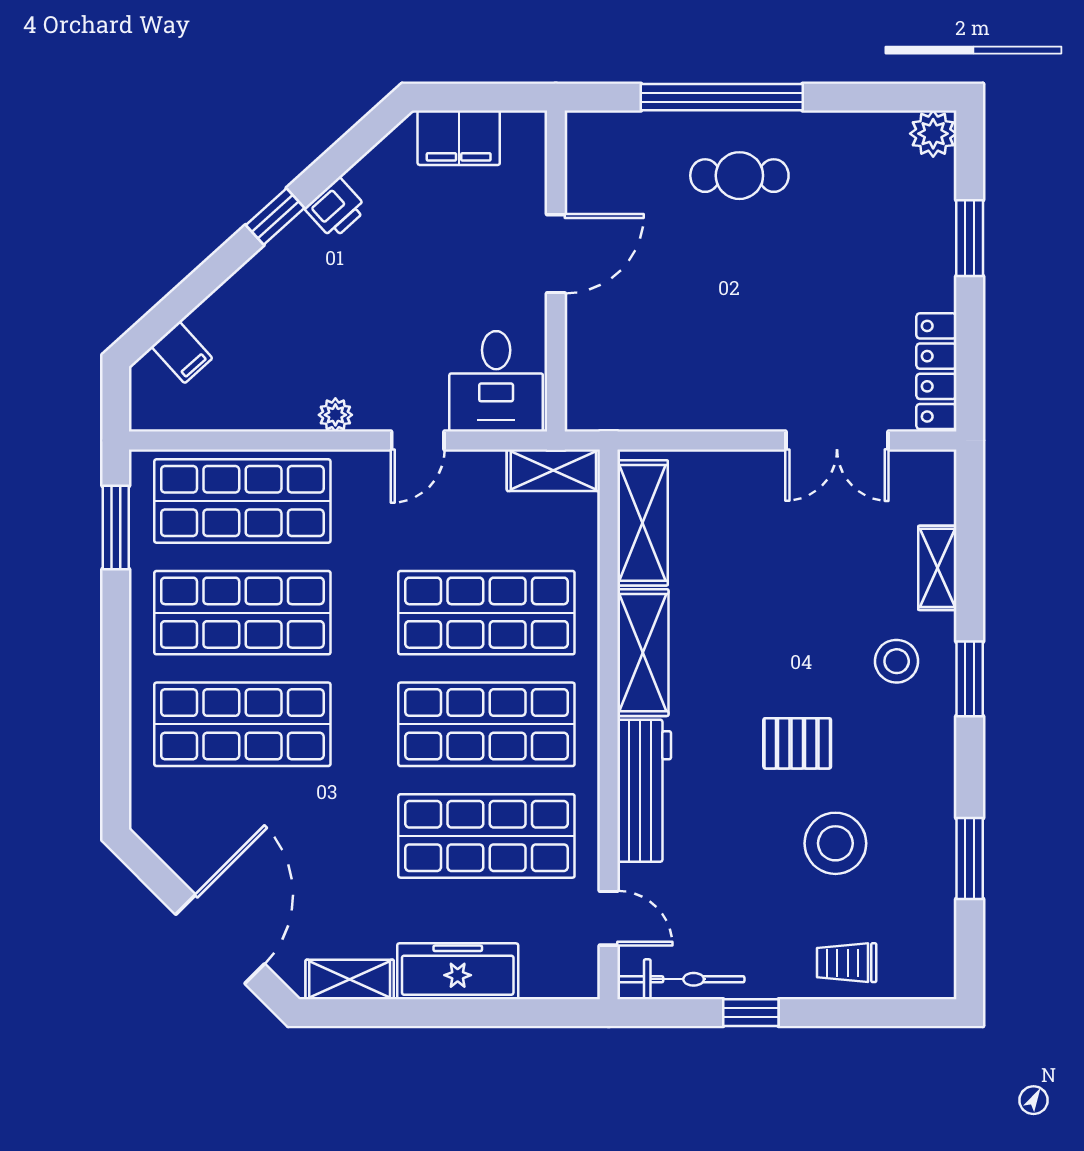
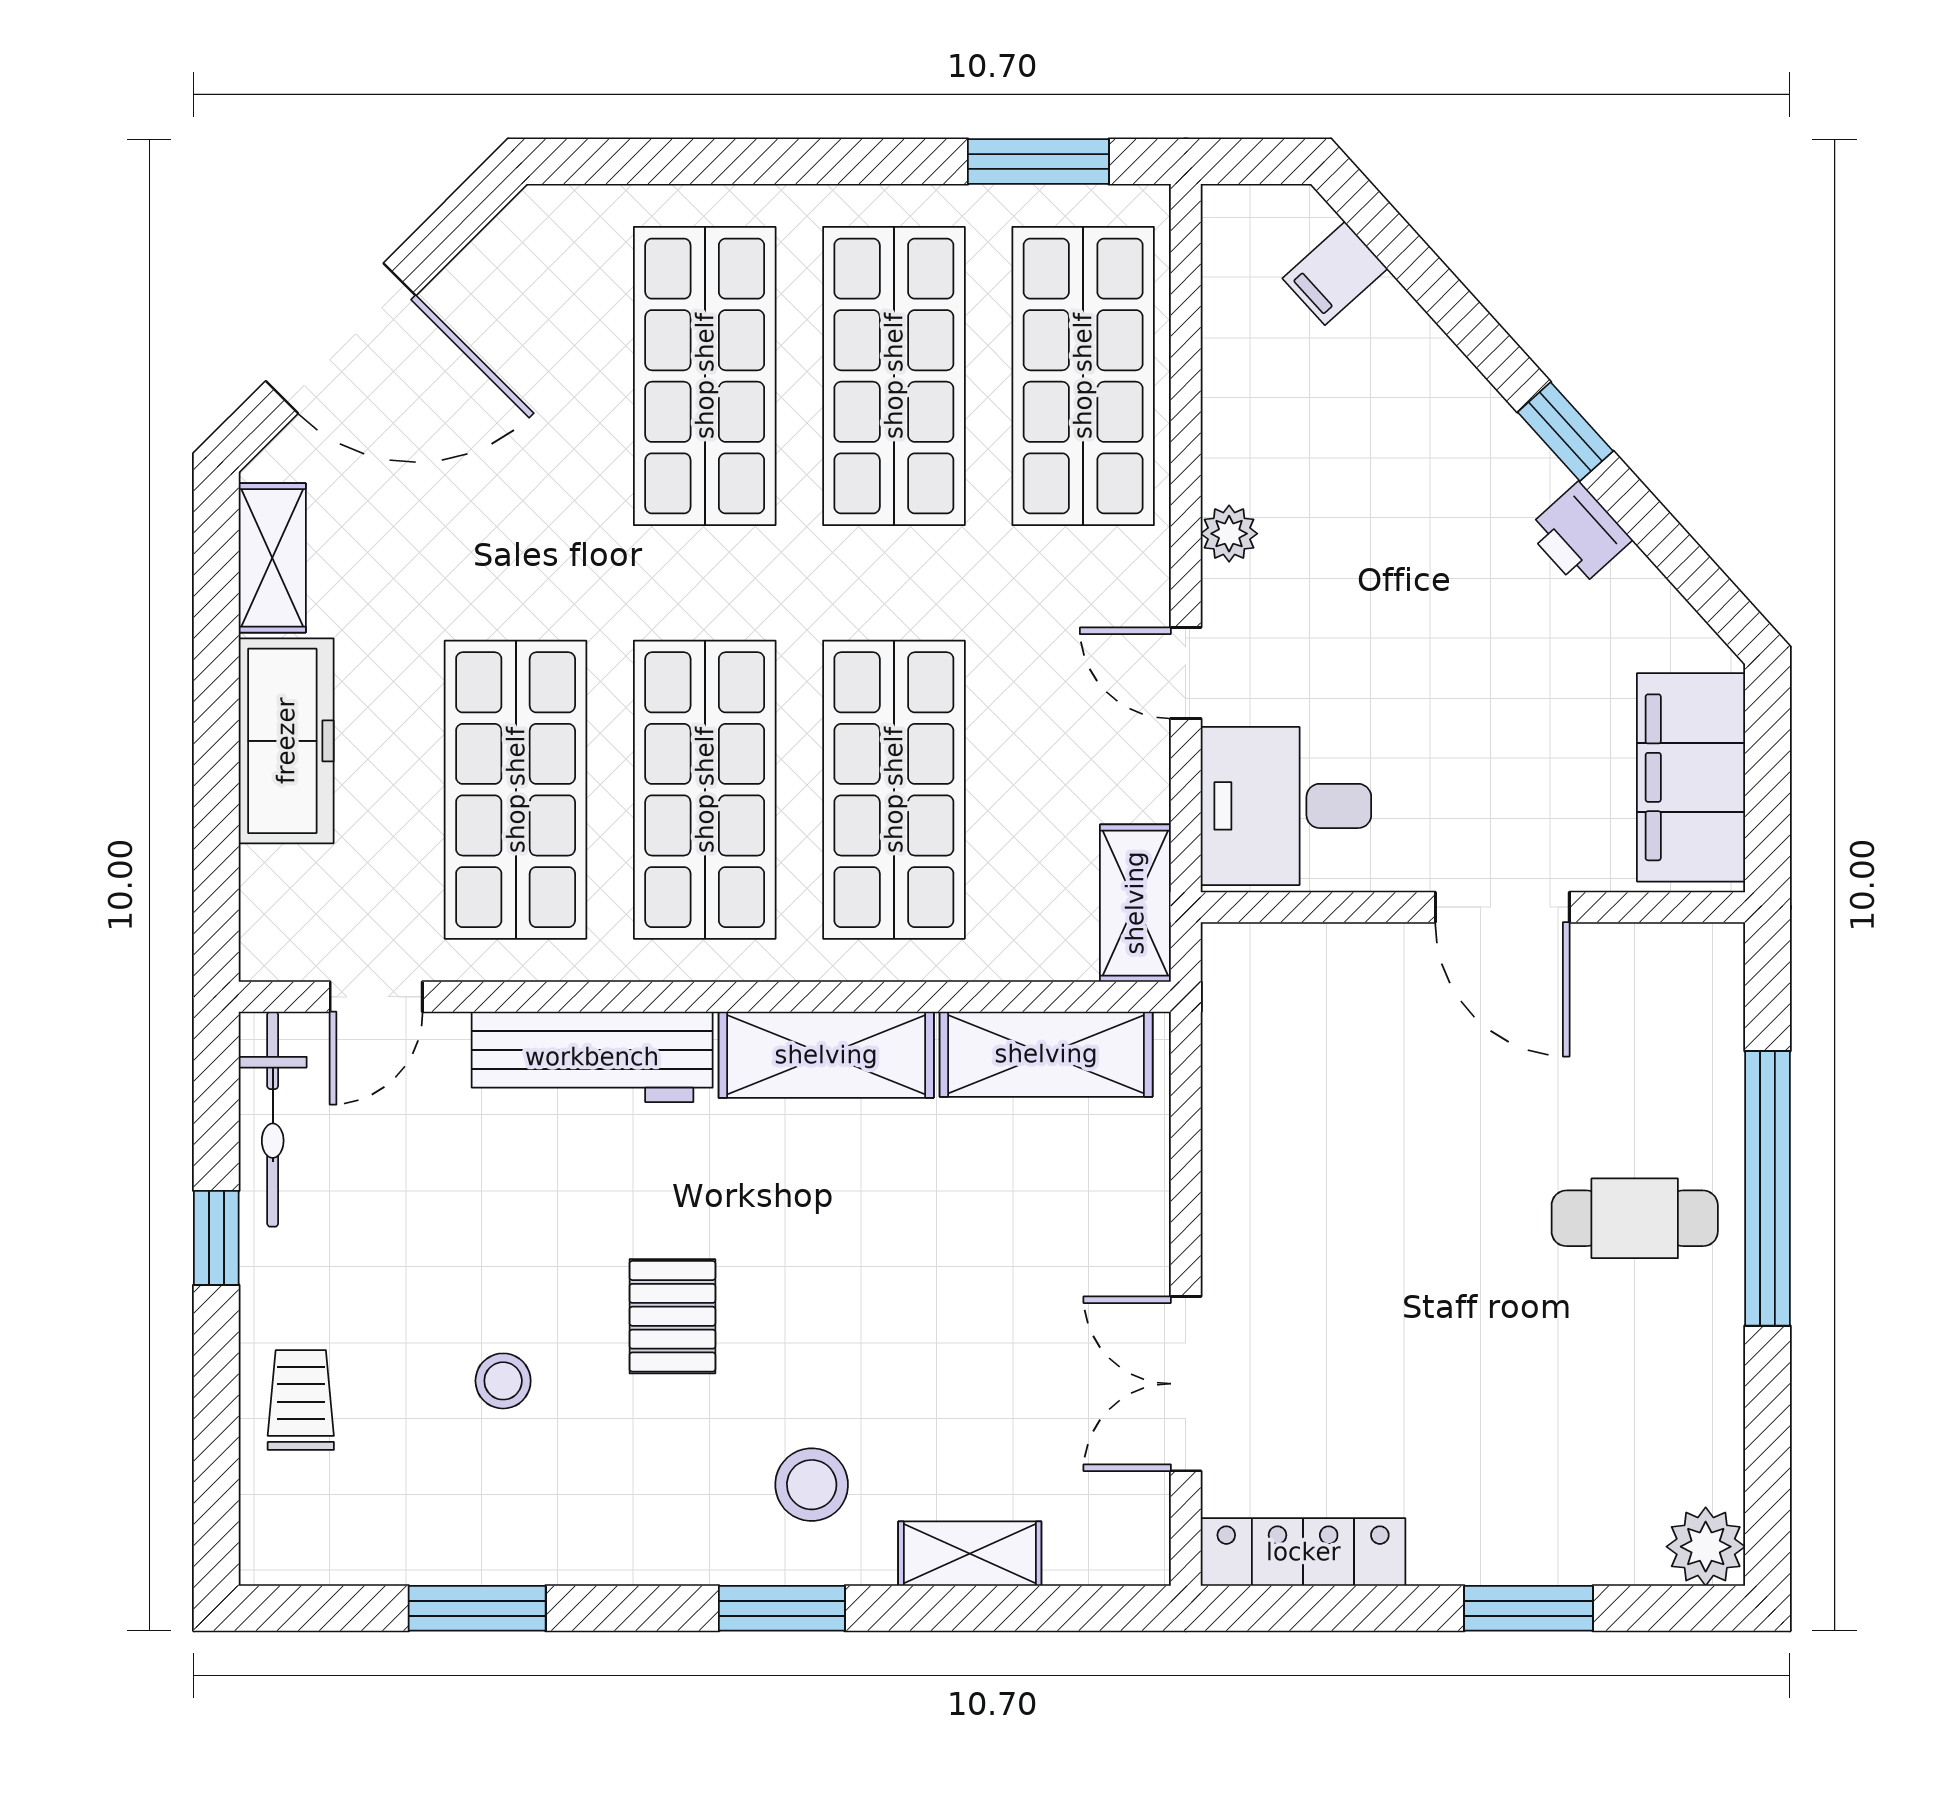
filing cabinet: (459, 138) -> (1691, 777), width x1.50, depth x1.17
cafe table: (739, 176) -> (1635, 1218), turned 90
stool: (835, 843) -> (503, 1381), width x0.53, depth x0.53

